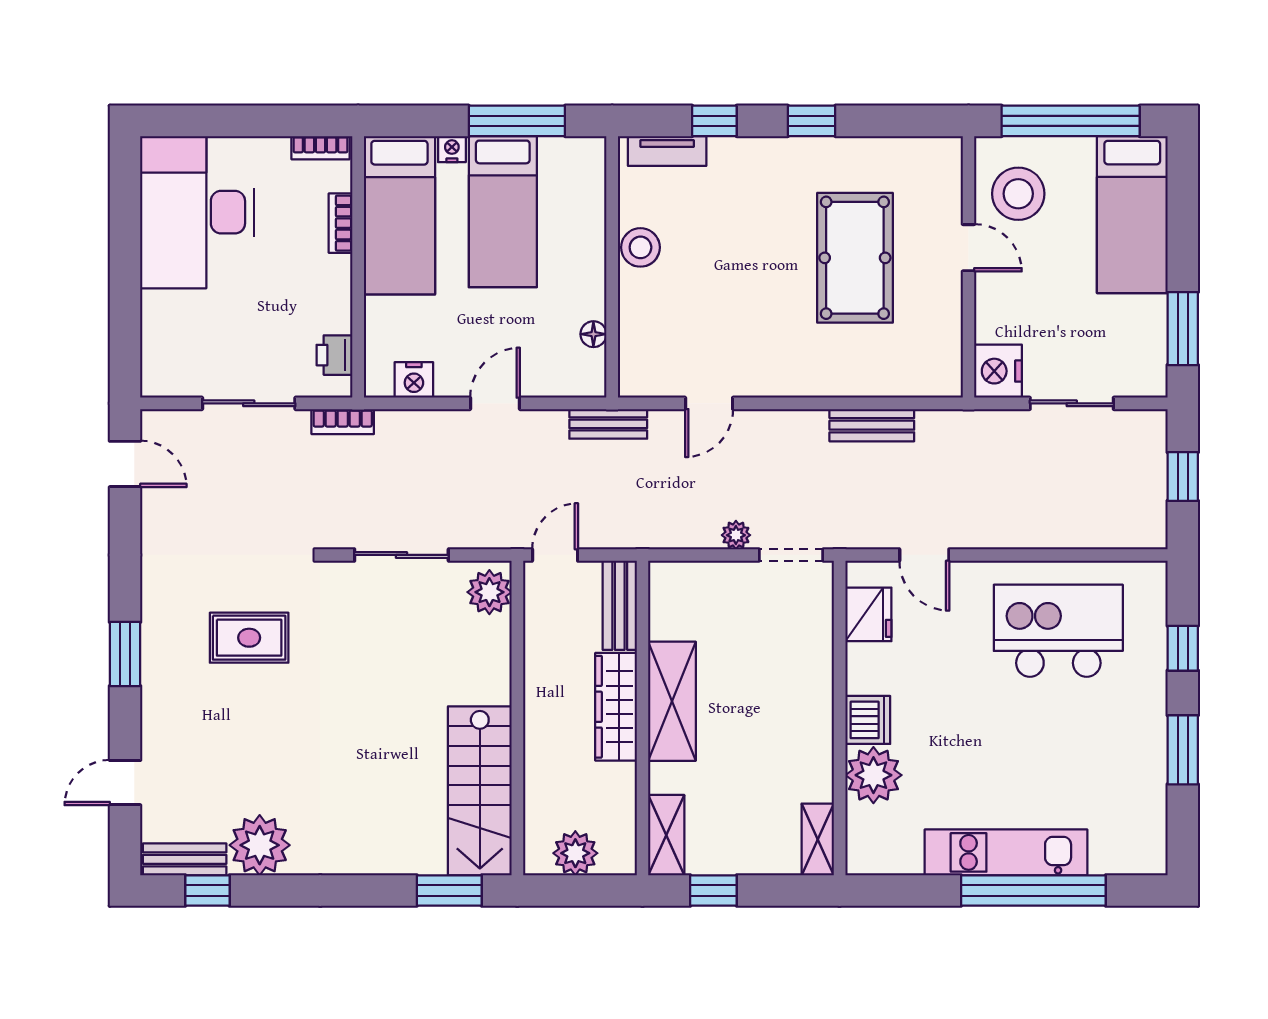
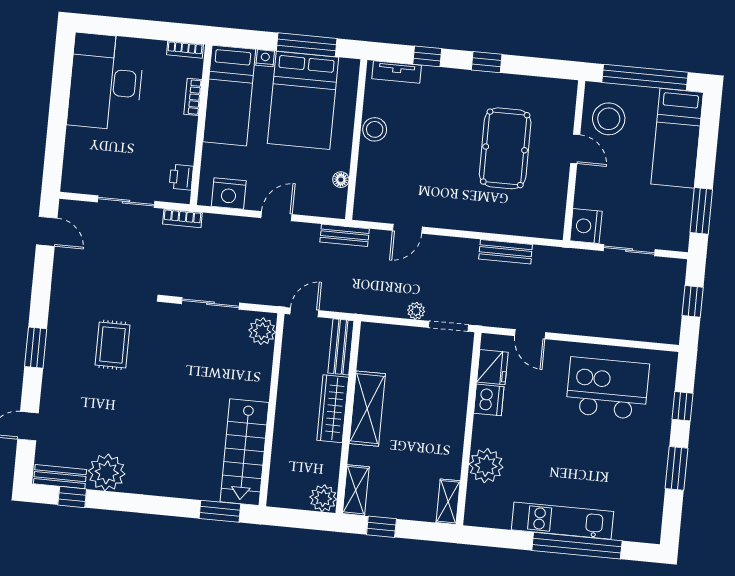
bed: (503, 212) -> (303, 100), width x1.50
nightstand: (414, 380) -> (229, 194), width x1.36, depth x1.33
rug: (249, 638) -> (112, 345), turned 90
dishwasher: (868, 720) -> (489, 400), moved
plant: (575, 853) -> (323, 498), moved

